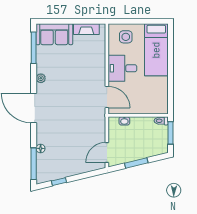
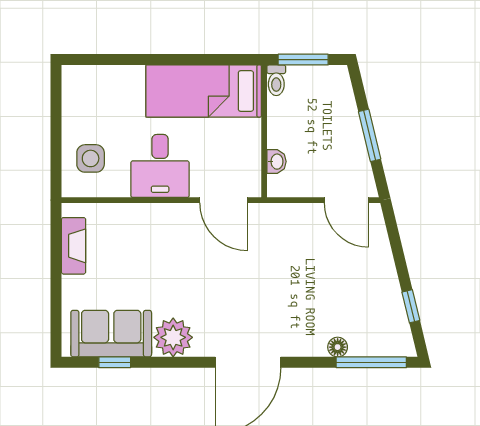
sofa: (54, 34) -> (111, 334), moved, turned -90
window: (34, 48) -> (115, 362), width x0.46
bed: (156, 50) -> (204, 91), moved, turned 180
plant: (41, 78) -> (173, 337), width x1.87, depth x1.87
door: (107, 97) -> (224, 200), swing flipped

